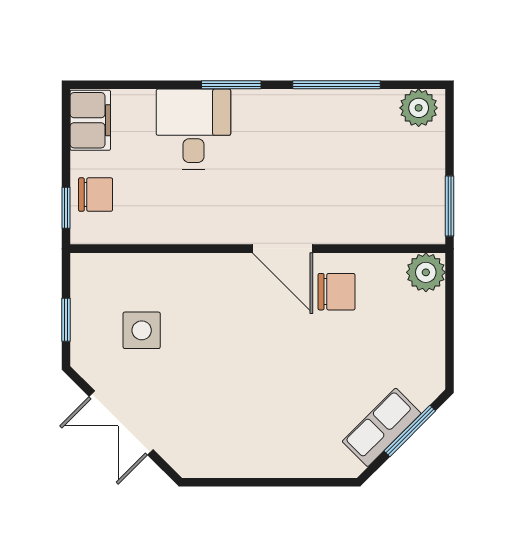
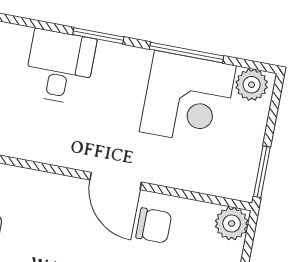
corner desk: (348, 138) -> (188, 99), added

